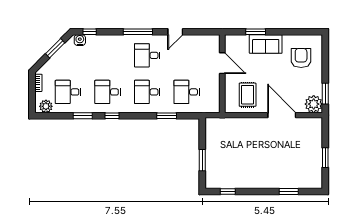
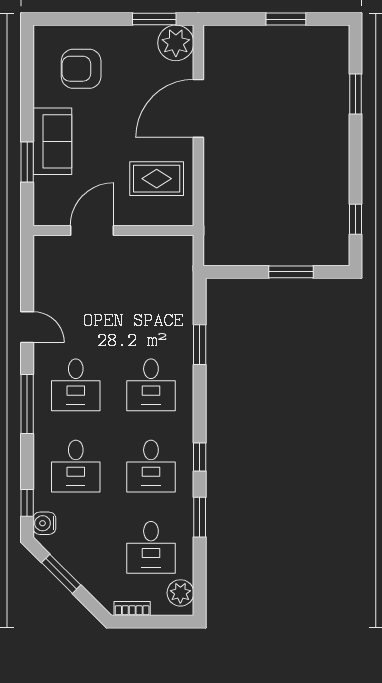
desk: (187, 92) -> (76, 466), moved

